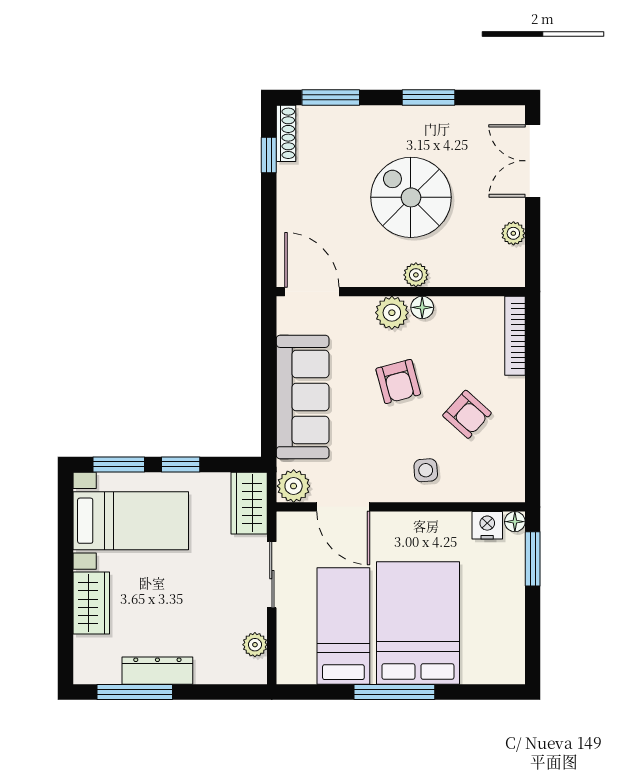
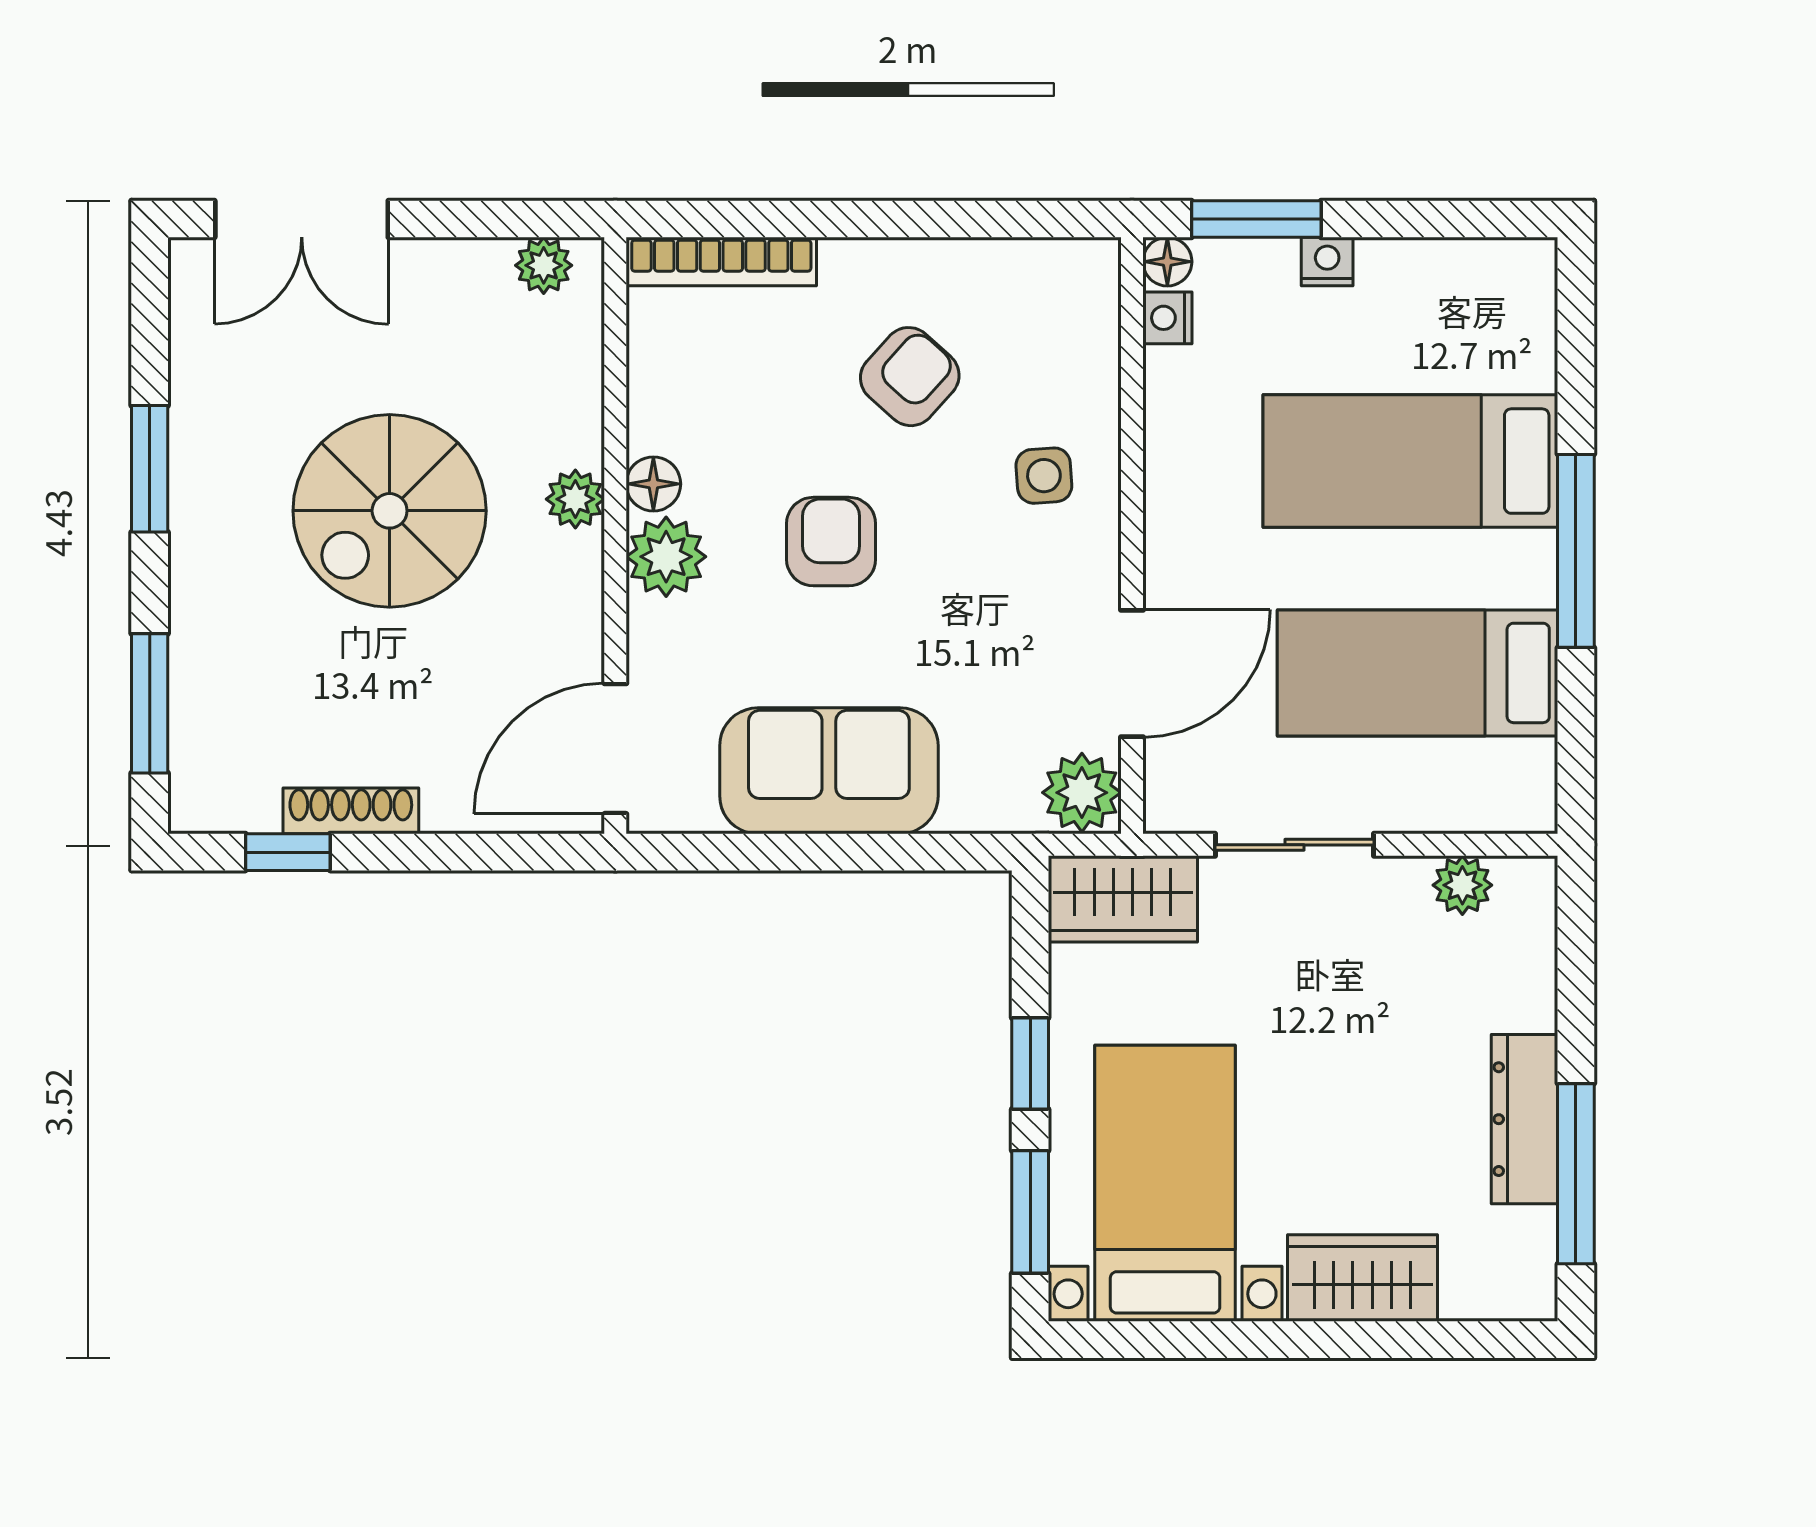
shoe rack: (286, 133) -> (351, 811), moved
plant: (513, 233) -> (544, 265), moved
armchair: (398, 381) -> (831, 542), turned -75
sofa: (303, 397) -> (829, 771), width x0.73
nightstand: (487, 525) -> (1167, 318), width x0.72, depth x0.74
nightstand: (515, 588) -> (1327, 262), added
bed: (418, 623) -> (1410, 461), width x0.67

